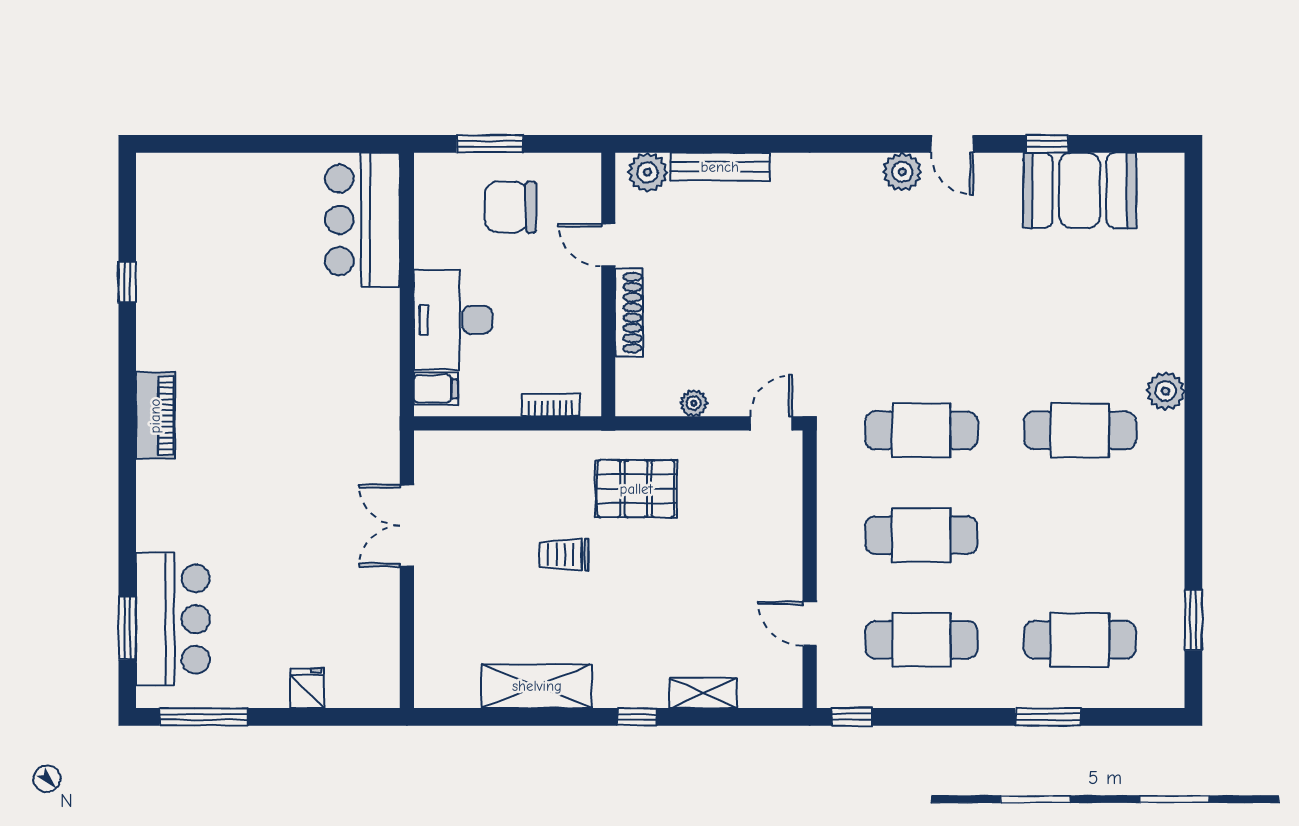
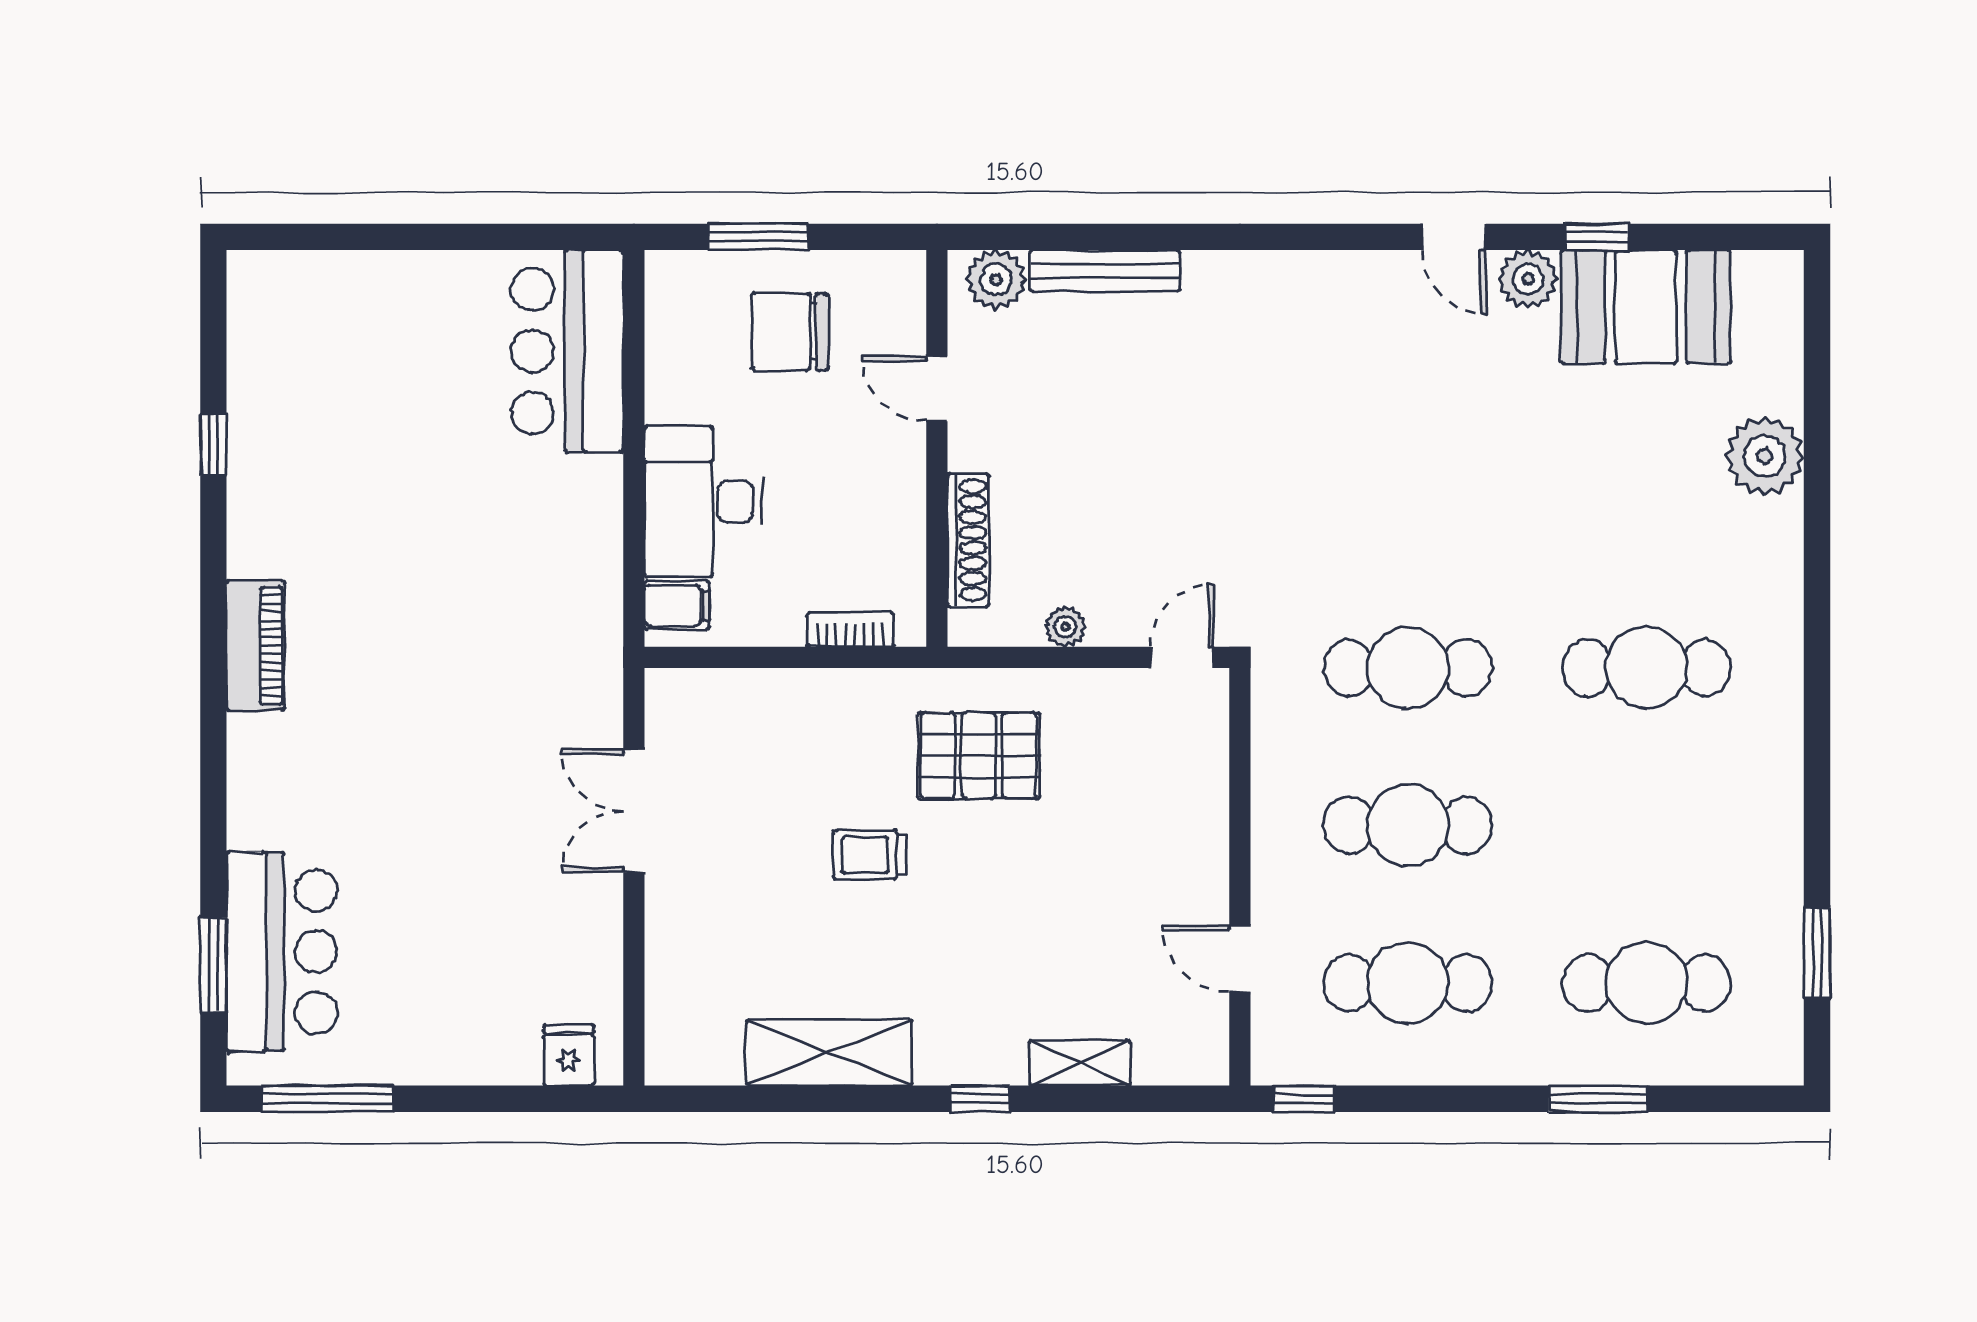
plant: (902, 172) -> (1528, 279), moved
shoe rack: (629, 313) -> (968, 540), moved
plant: (1166, 391) -> (1765, 456), moved, width x1.36, depth x1.36
fridge: (307, 688) -> (569, 1055), moved

